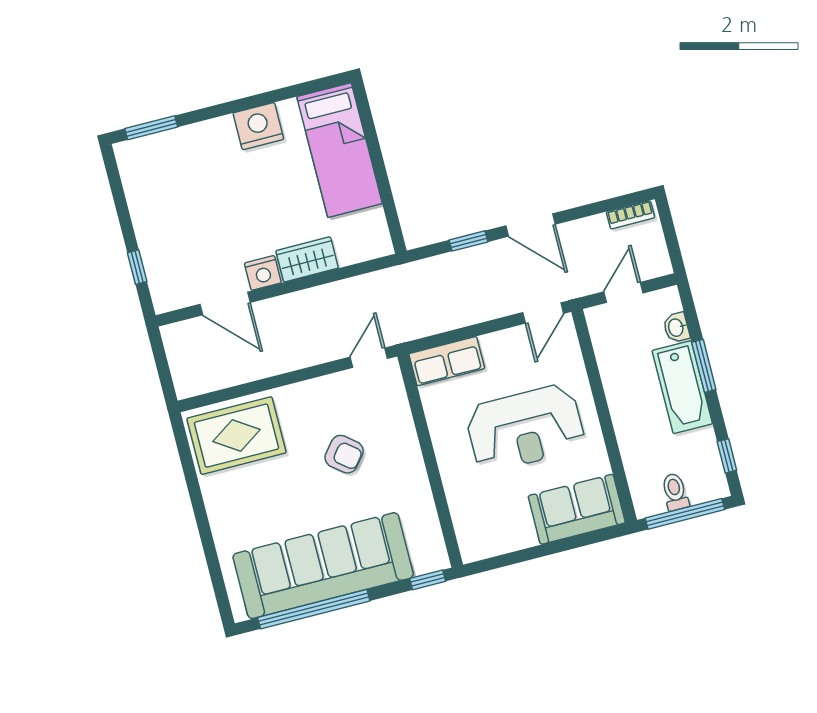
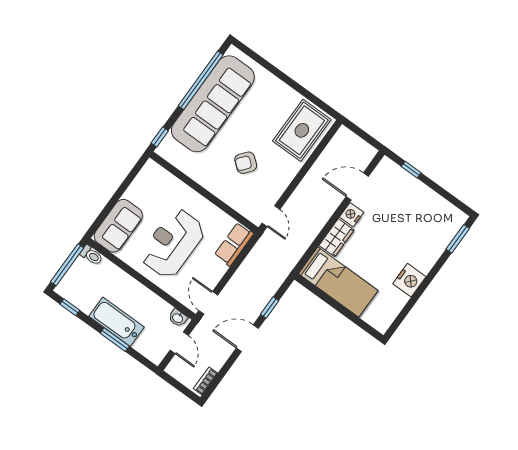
bed: (340, 150) -> (338, 282), moved, turned 180
washbasin: (676, 327) -> (178, 318), moved, turned 180
toilet: (675, 492) -> (91, 255), moved

